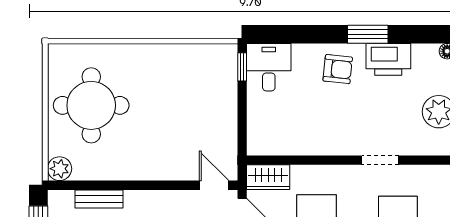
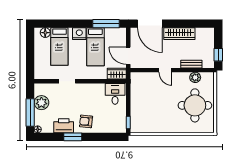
desk: (269, 67) -> (115, 94), moved, turned 180
plant: (60, 169) -> (195, 77), moved
door: (214, 185) -> (165, 70), moved

